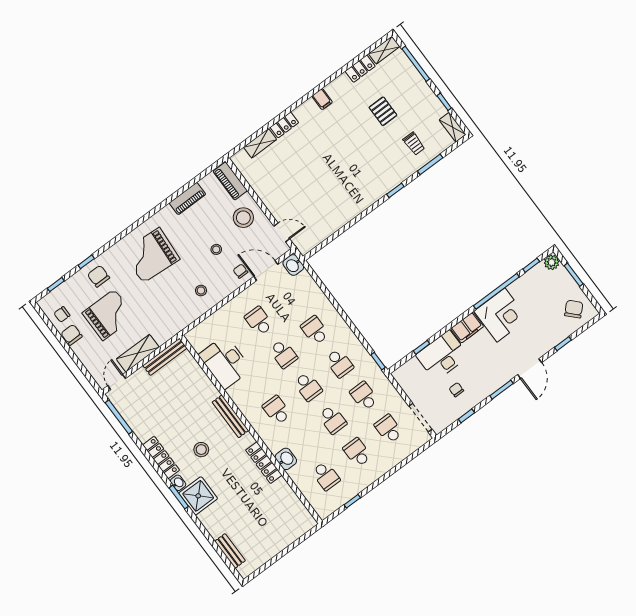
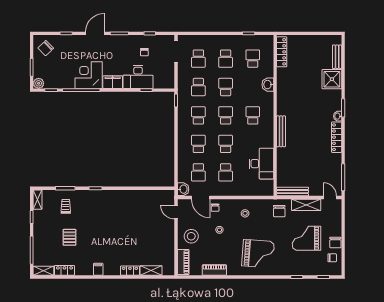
chair: (99, 276) -> (279, 211), moved
school desk: (290, 298) -> (198, 172), added
school desk: (315, 330) -> (198, 144), turned 180
door: (117, 382) -> (330, 198), swing flipped
school desk: (277, 410) -> (253, 115), turned 180
stool: (201, 450) -> (311, 125), removed
locker: (264, 463) -> (282, 52), moved
shower: (198, 496) -> (332, 79), moved

